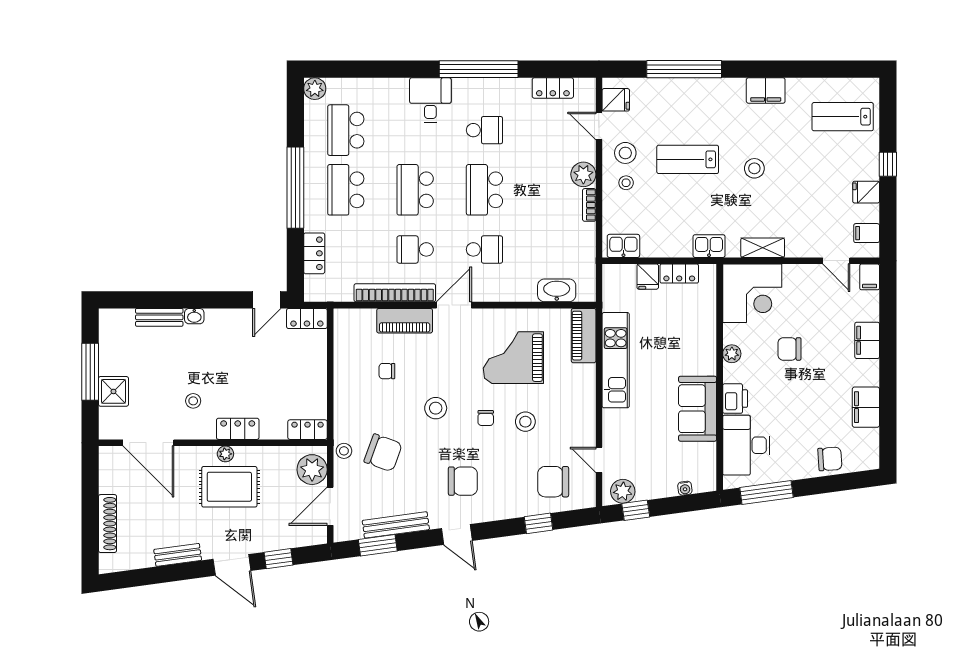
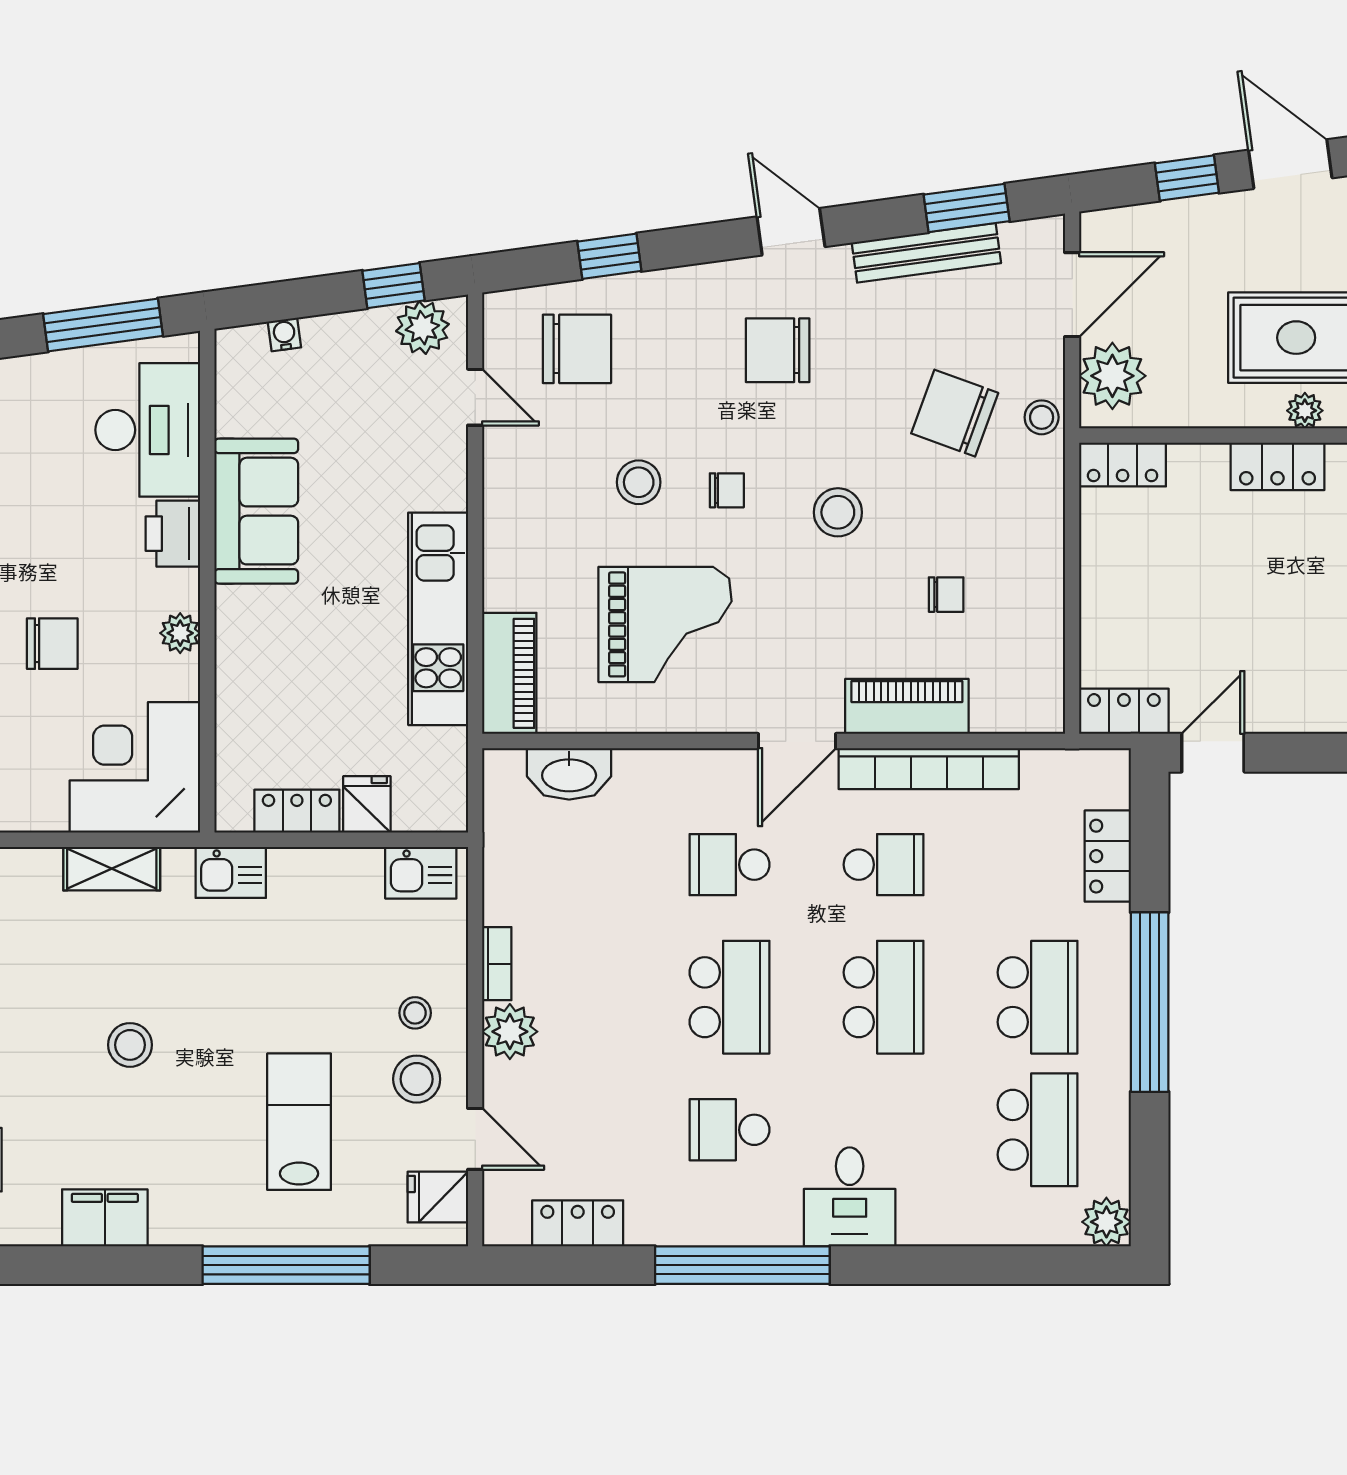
lab bench: (688, 159) -> (299, 1122), moved, turned -90
chair: (486, 418) -> (727, 490), turned 90

